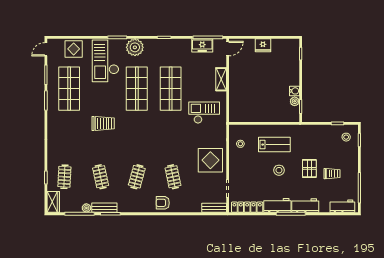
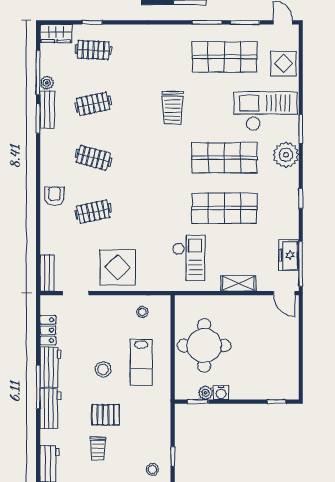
fridge: (263, 45) -> (289, 346), removed
round table: (263, 102) -> (204, 346), added
locker: (247, 207) -> (48, 330), width x0.66

